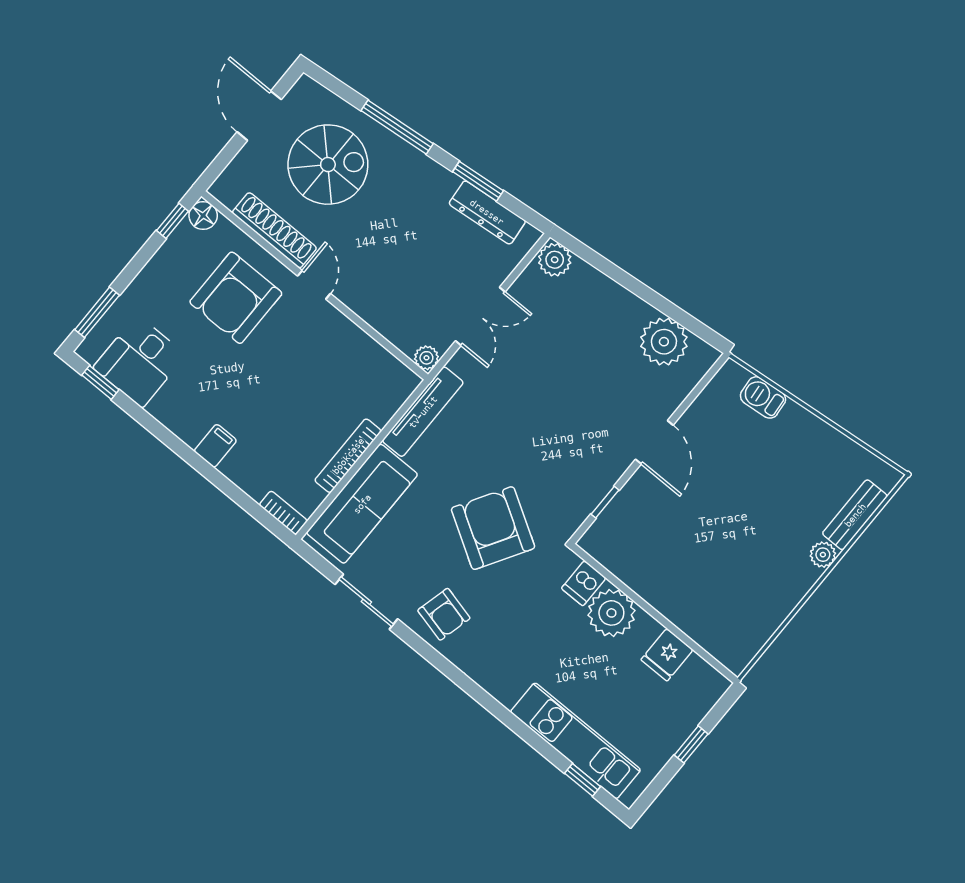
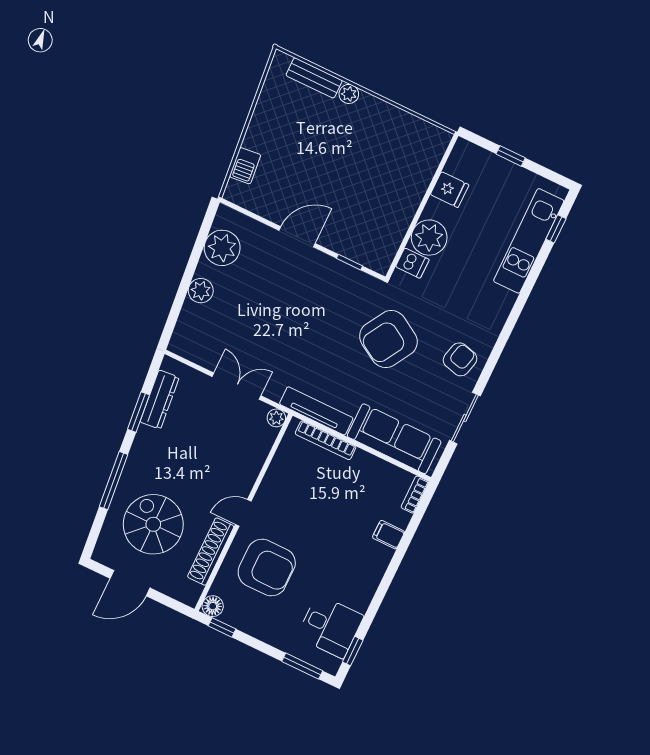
plant: (555, 260) -> (201, 291), moved
filing cabinet: (215, 446) -> (389, 535), moved
bookcase: (348, 456) -> (326, 440), moved

